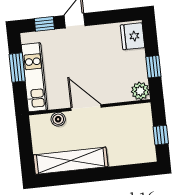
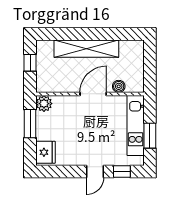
window: (153, 67) -> (30, 124), width x1.50
door: (86, 108) -> (93, 94), swing flipped
shelving: (71, 161) -> (86, 49), moved

